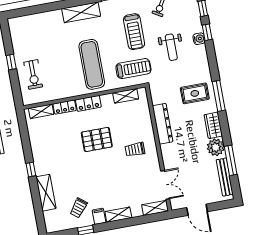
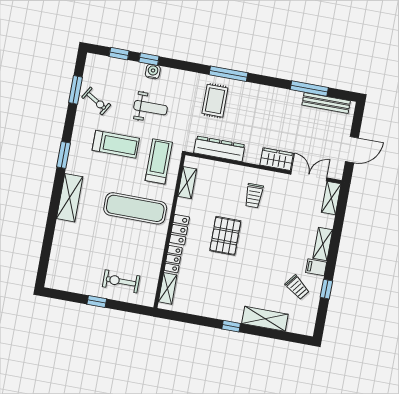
exercise bike: (33, 74) -> (121, 281), turned 180
dresser: (163, 124) -> (219, 149), moved
wardrobe: (213, 125) -> (277, 159), moved, turned 180
plant: (216, 147) -> (287, 100), removed

